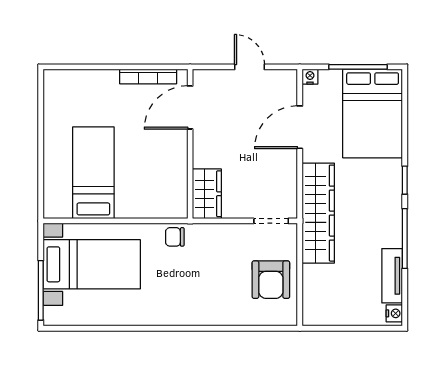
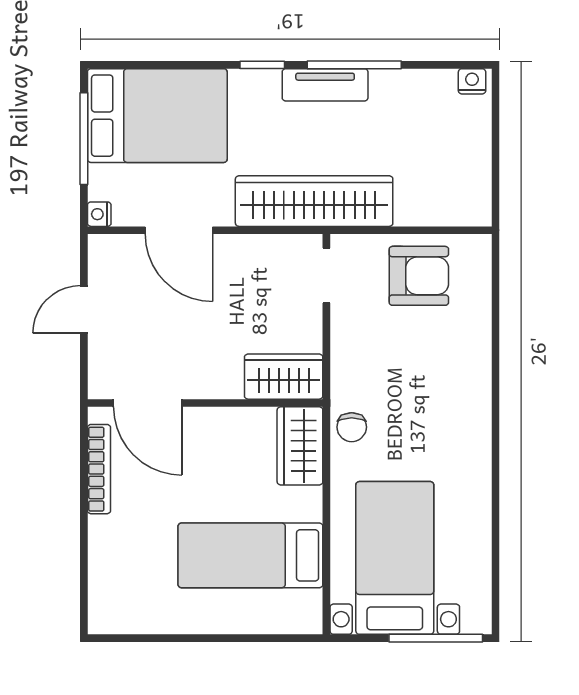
wardrobe: (163, 204) -> (300, 446), added
tv unit: (392, 276) -> (325, 85), moved

